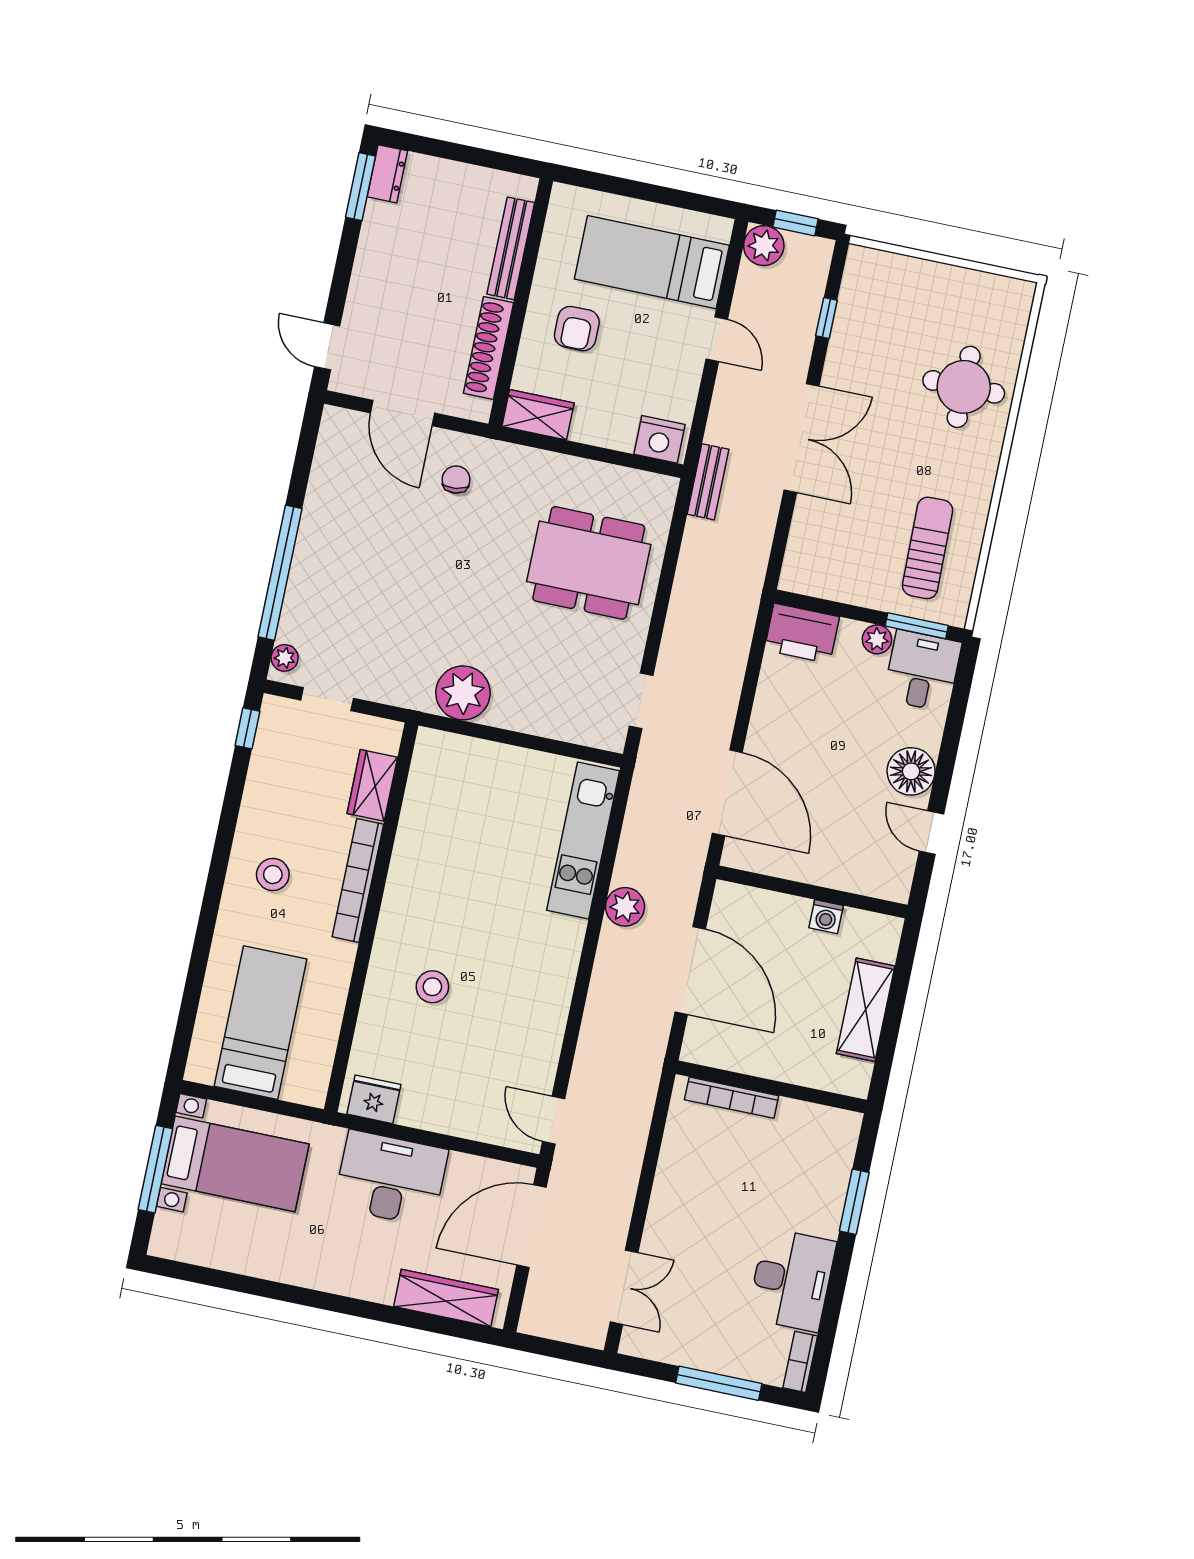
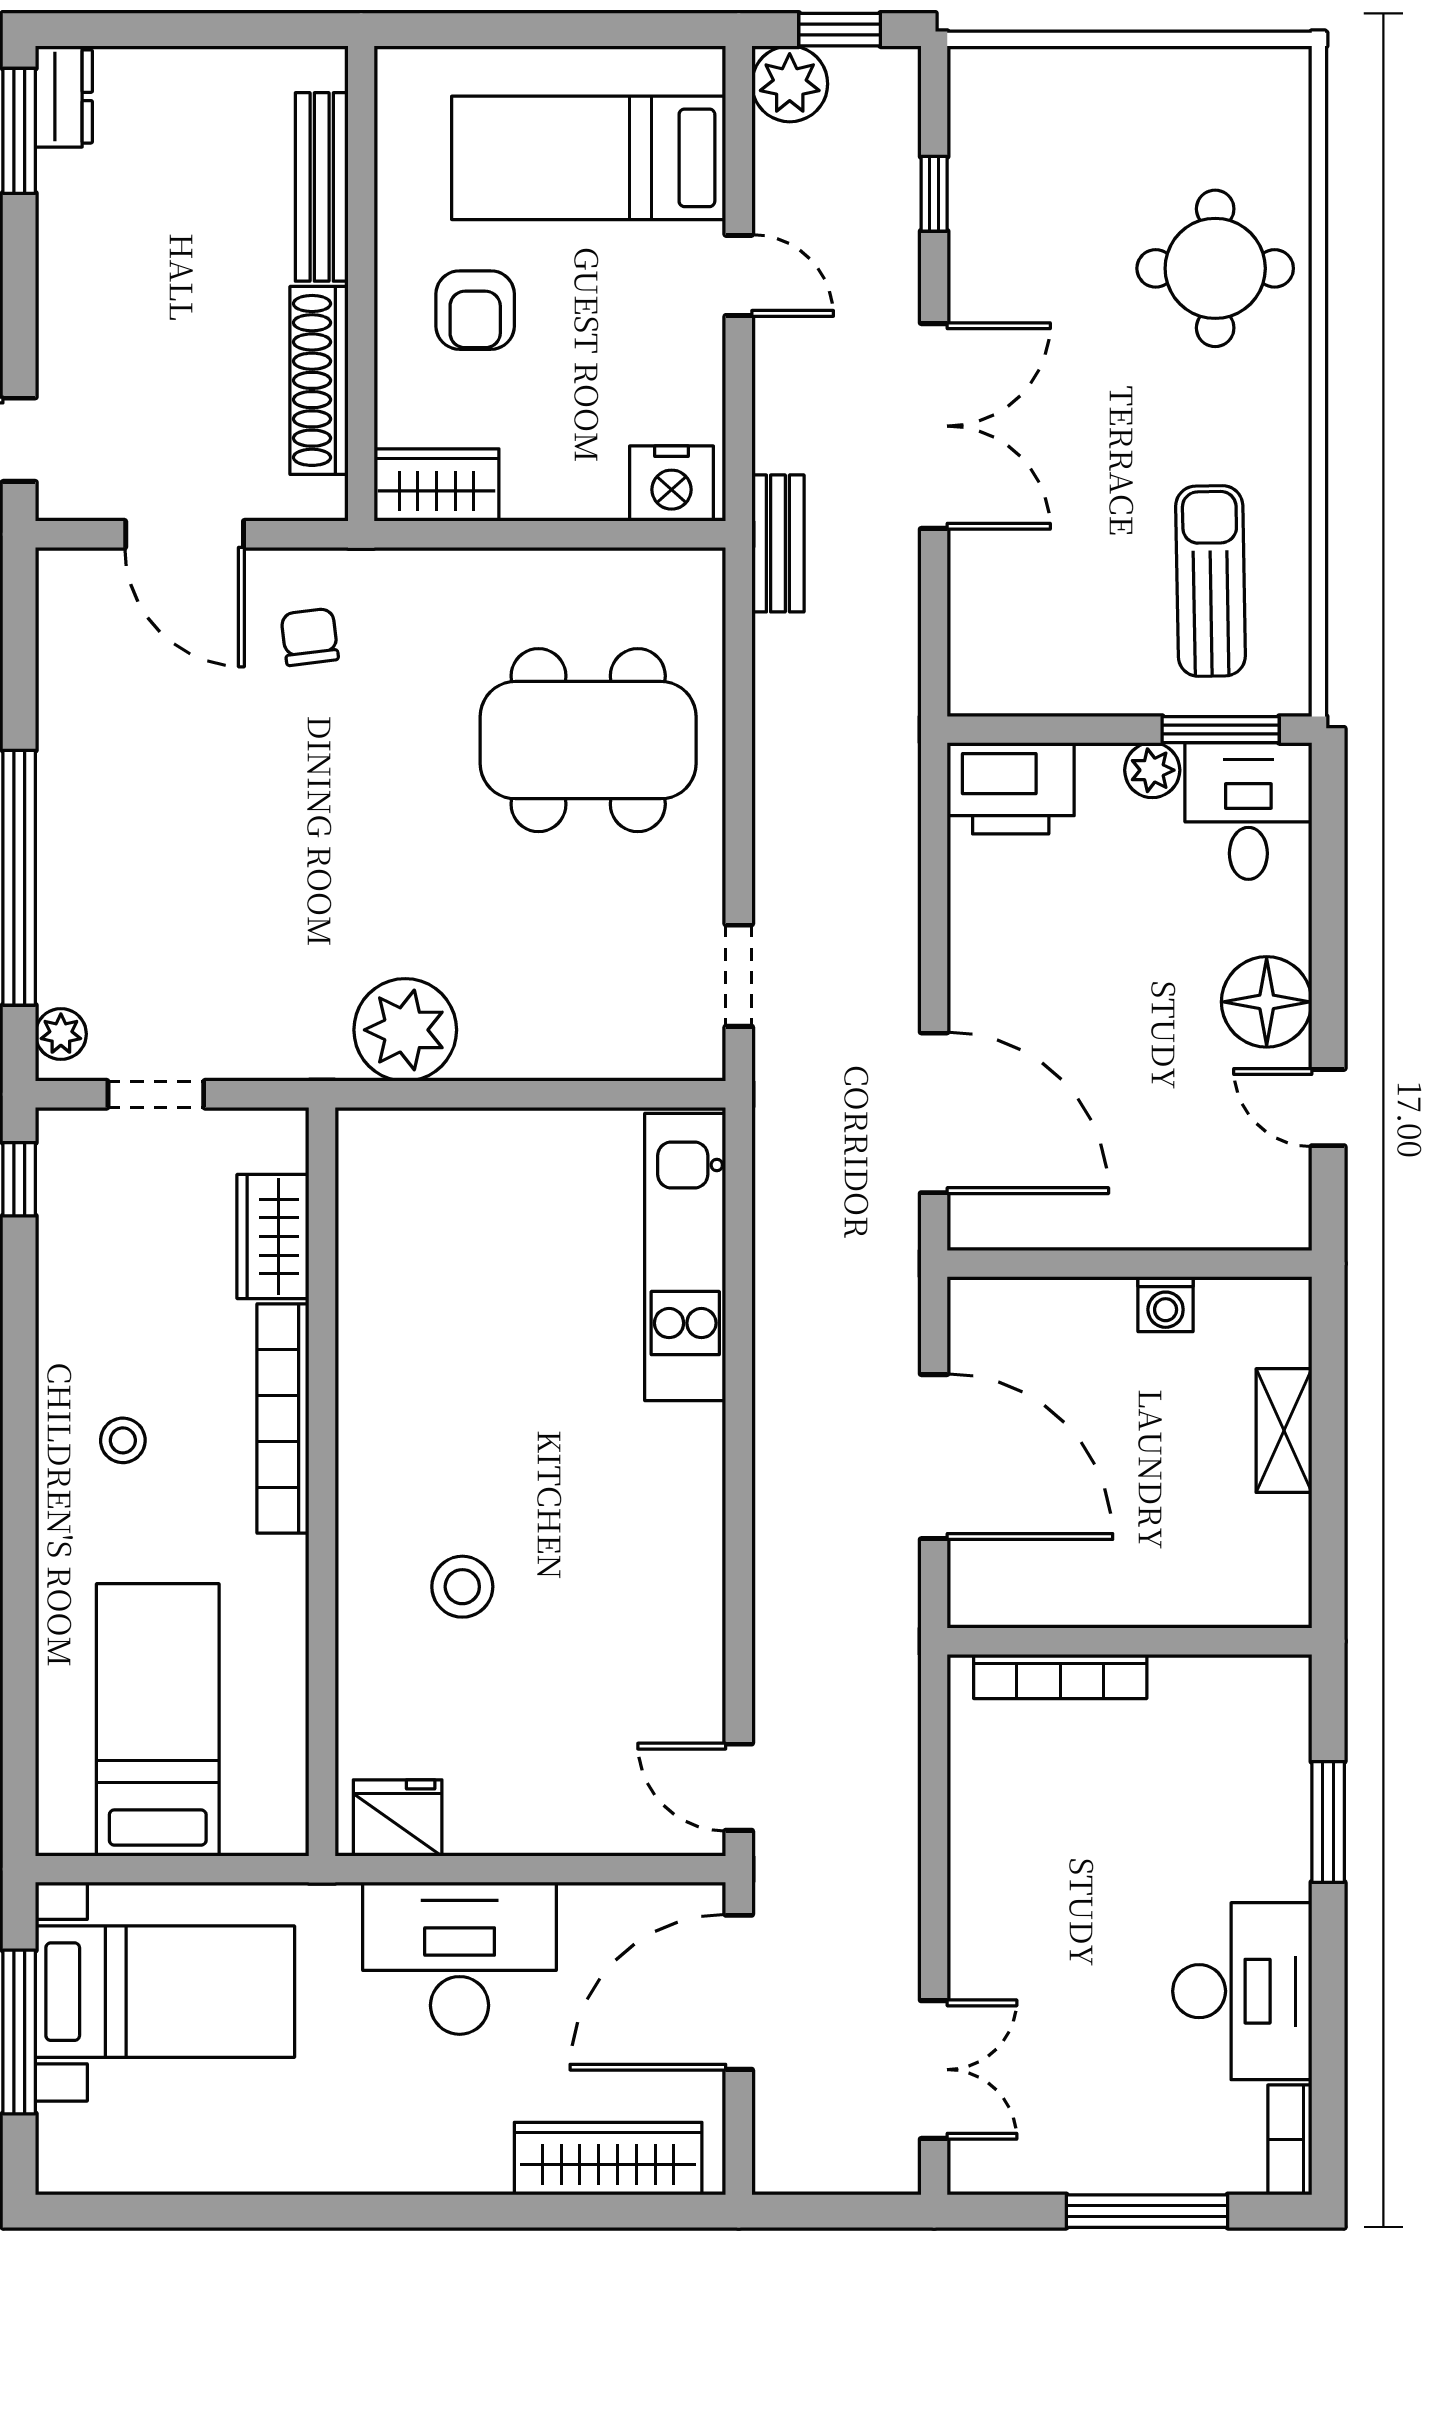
stool: (273, 875) -> (123, 1440), width x0.73, depth x0.73
plant: (625, 907) -> (789, 1364), removed
shelving: (866, 1010) -> (1284, 1431), width x0.67, depth x0.75

